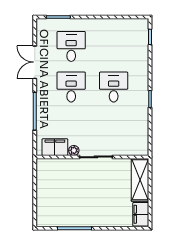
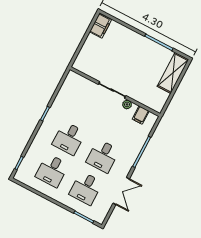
desk: (114, 46) -> (52, 171), added
filing cabinet: (55, 147) -> (141, 115), width x0.50
shelving: (140, 180) -> (173, 73), moved

